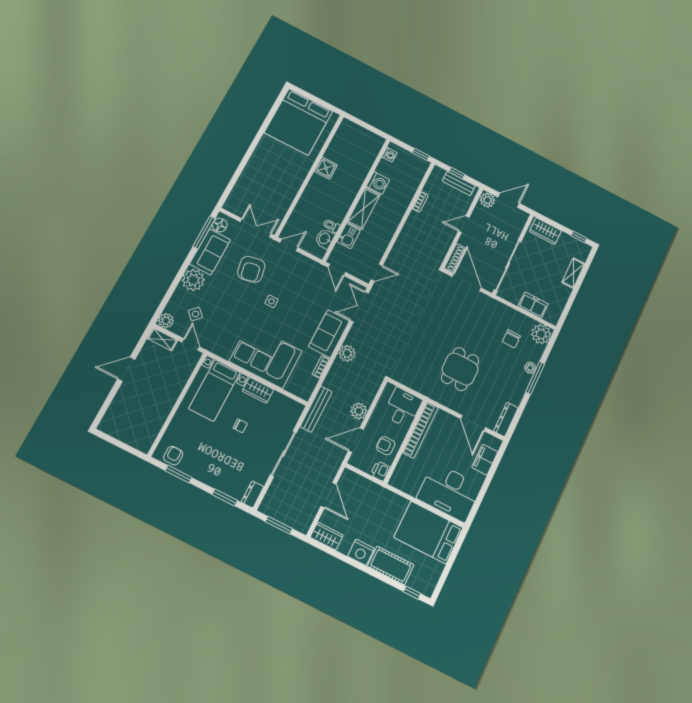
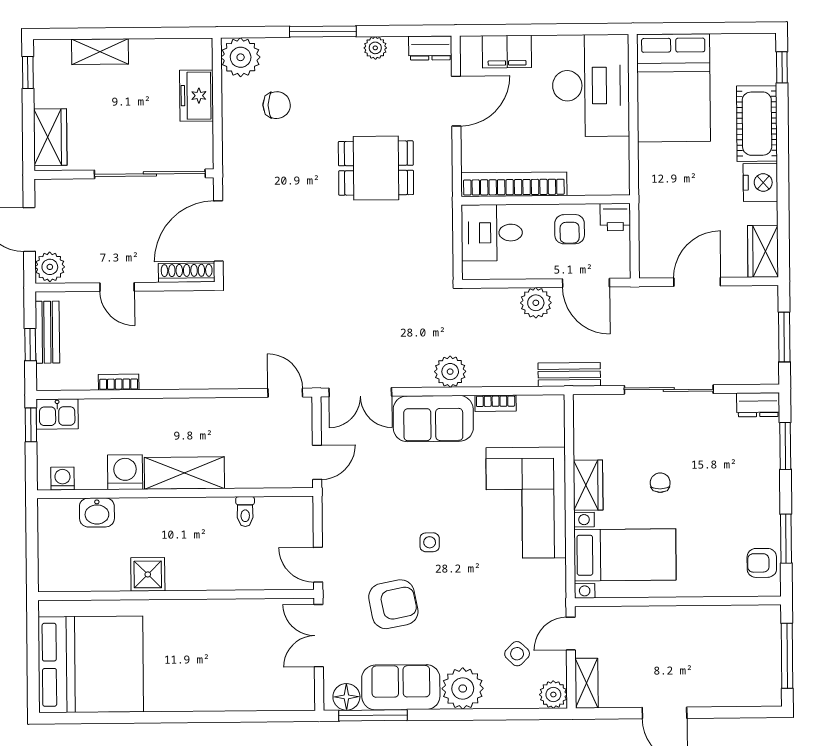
kitchen sink: (349, 236) -> (57, 414), moved, turned 180
washbasin: (325, 239) -> (97, 512), moved
plant: (530, 368) -> (375, 48), moved
bench: (316, 409) -> (569, 374), width x0.73
dresser: (506, 419) -> (430, 48), width x0.70
window: (120, 444) -> (787, 656), added

